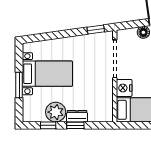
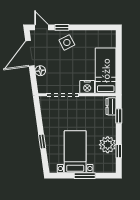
window: (96, 30) -> (42, 141), moved
dresser: (77, 116) -> (111, 106), moved
window: (75, 125) -> (119, 116), moved

